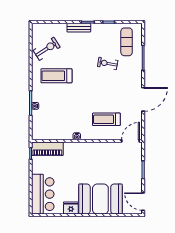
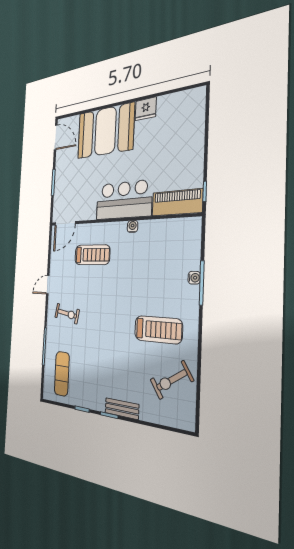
exercise bike: (108, 63) -> (67, 314), moved
door: (143, 99) -> (48, 285), width x0.53
bar counter: (43, 194) -> (124, 200), moved, turned 90

